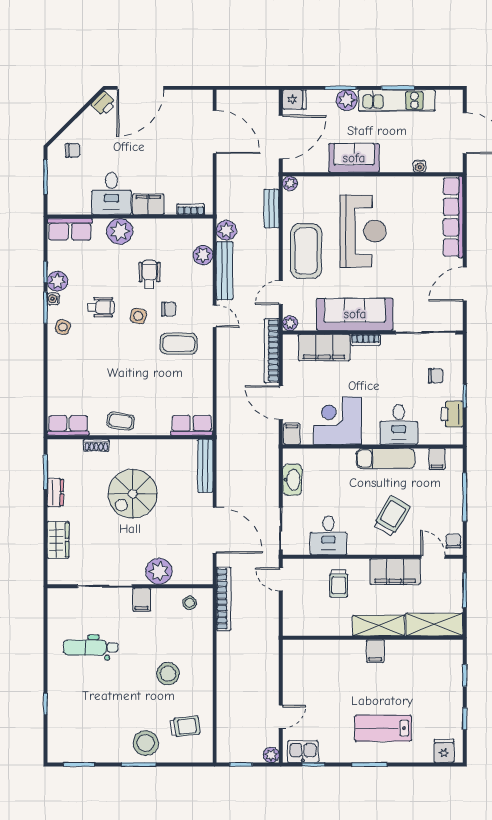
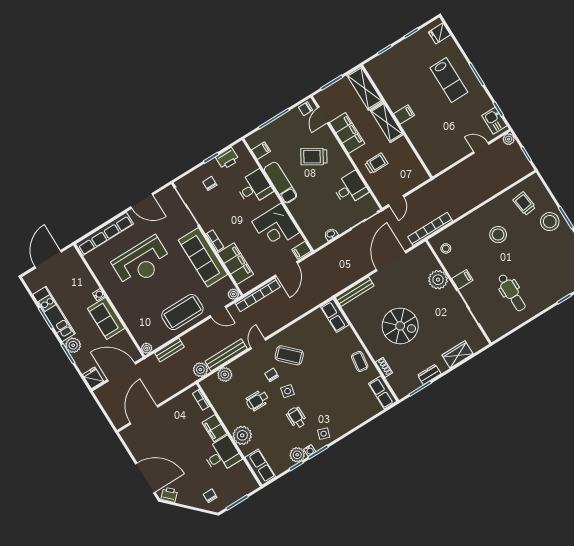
water cooler: (420, 166) -> (99, 295), moved
reception desk: (363, 231) -> (142, 262), moved, turned 180
coffee table: (179, 344) -> (289, 355), turned -45
washbasin: (292, 480) -> (331, 234), width x0.52, depth x0.69

